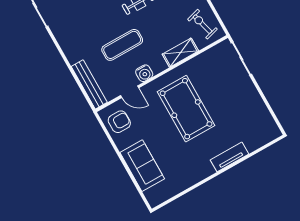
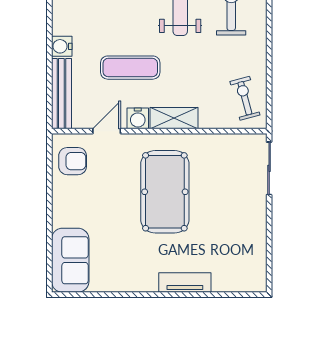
shelving: (180, 53) -> (174, 118), moved
water cooler: (73, 56) -> (62, 46), added
door: (130, 92) -> (107, 131), swing flipped
sofa: (142, 166) -> (70, 260), moved

